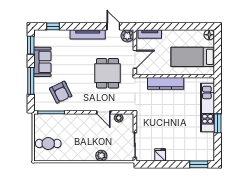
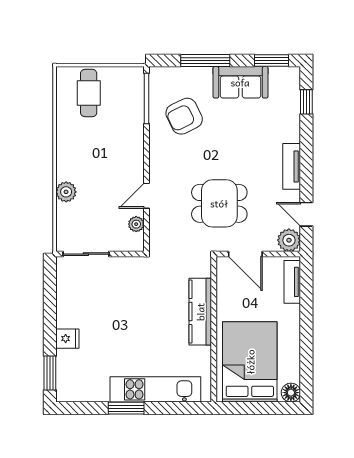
door: (113, 26) -> (306, 214), swing flipped
tv unit: (88, 34) -> (292, 166), width x0.71
bed: (193, 57) -> (250, 362), width x1.50
fridge: (160, 155) -> (67, 339), moved

